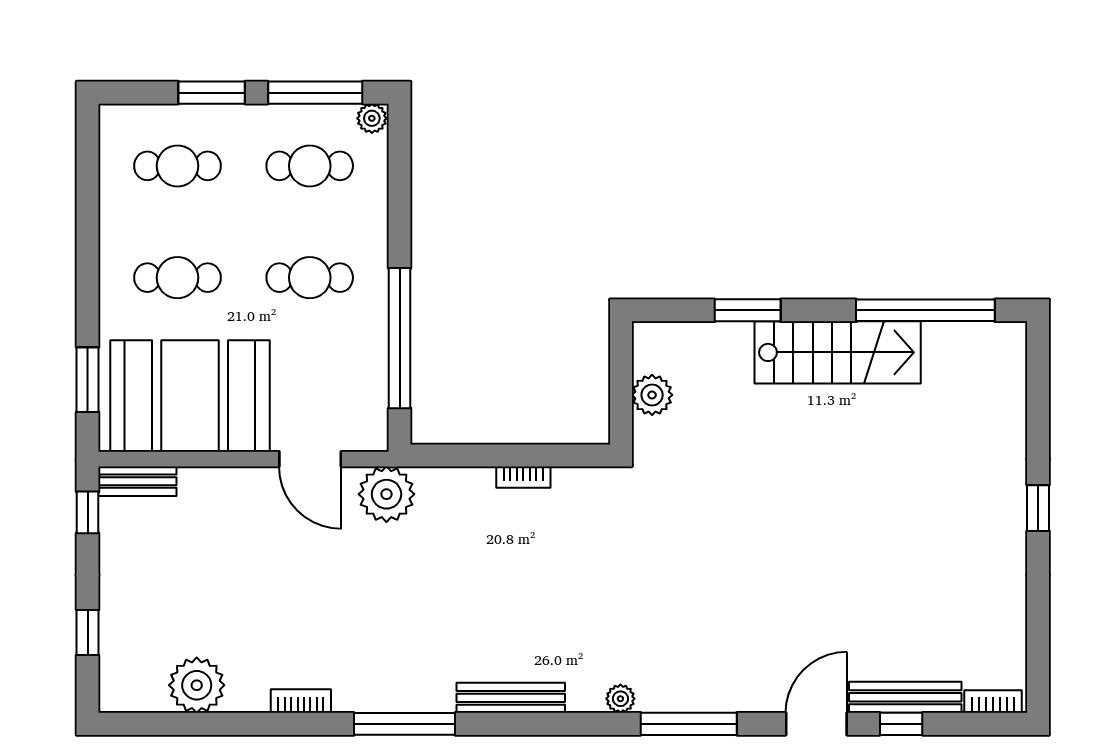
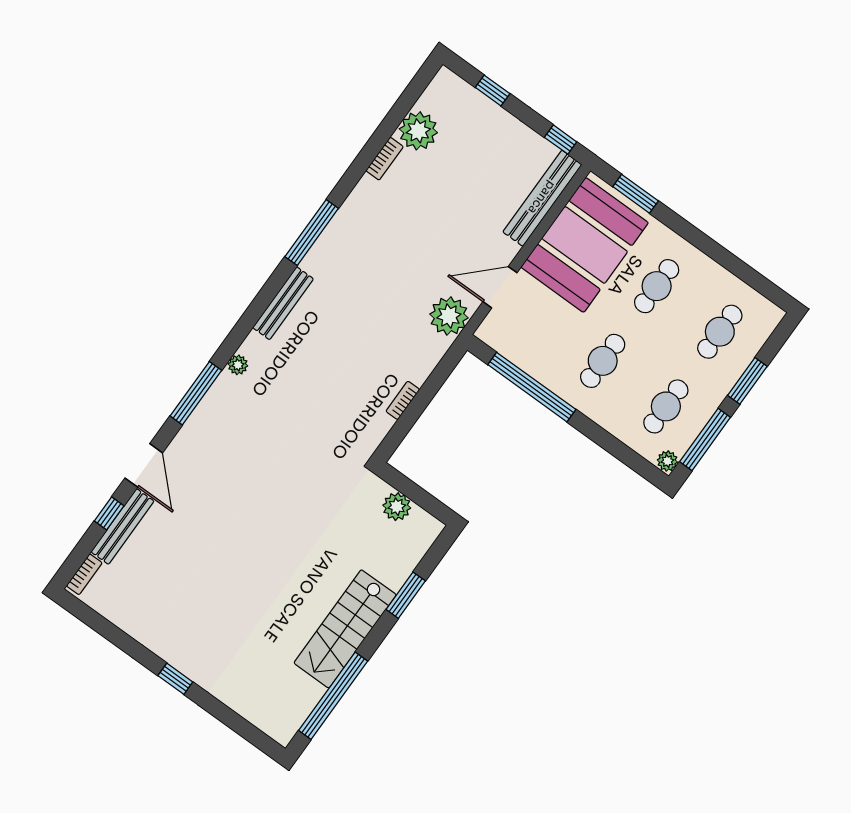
bench: (137, 481) -> (542, 198), width x1.86, depth x1.21
bookcase: (301, 701) -> (385, 159), moved

